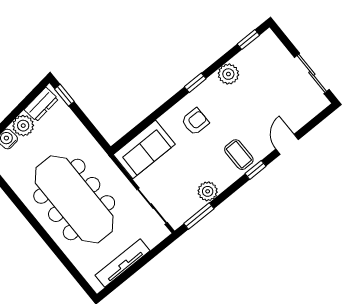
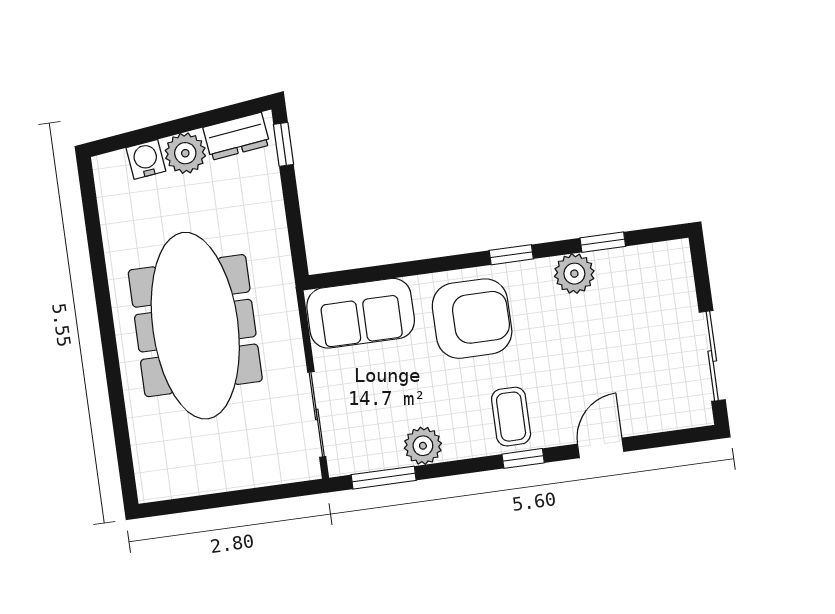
window: (248, 40) -> (603, 242), moved
armchair: (195, 122) -> (472, 319), width x1.88, depth x1.88
tv unit: (123, 263) -> (211, 479), removed

